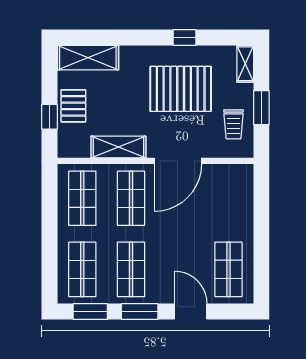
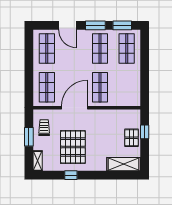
pallet: (181, 89) -> (73, 147), turned 90
shelving: (118, 147) -> (107, 115), removed
shop shelf: (82, 198) -> (47, 87), moved

